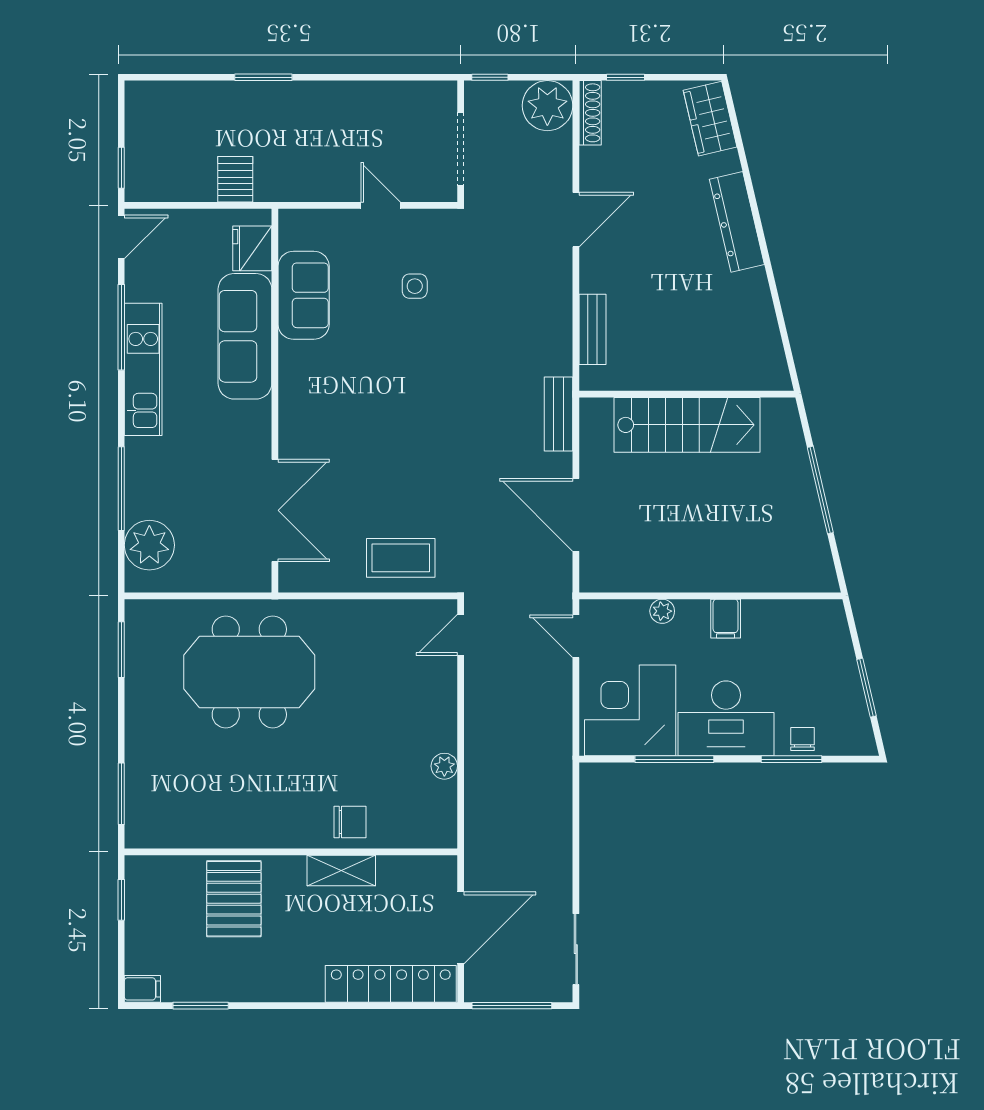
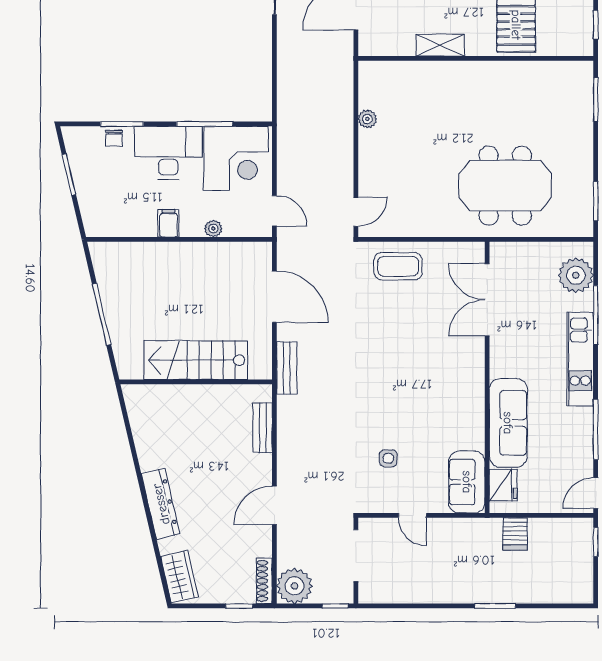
sofa: (304, 295) -> (467, 482), moved
kitchen unit: (143, 369) -> (580, 359), moved
chair: (350, 822) -> (434, 80), removed

